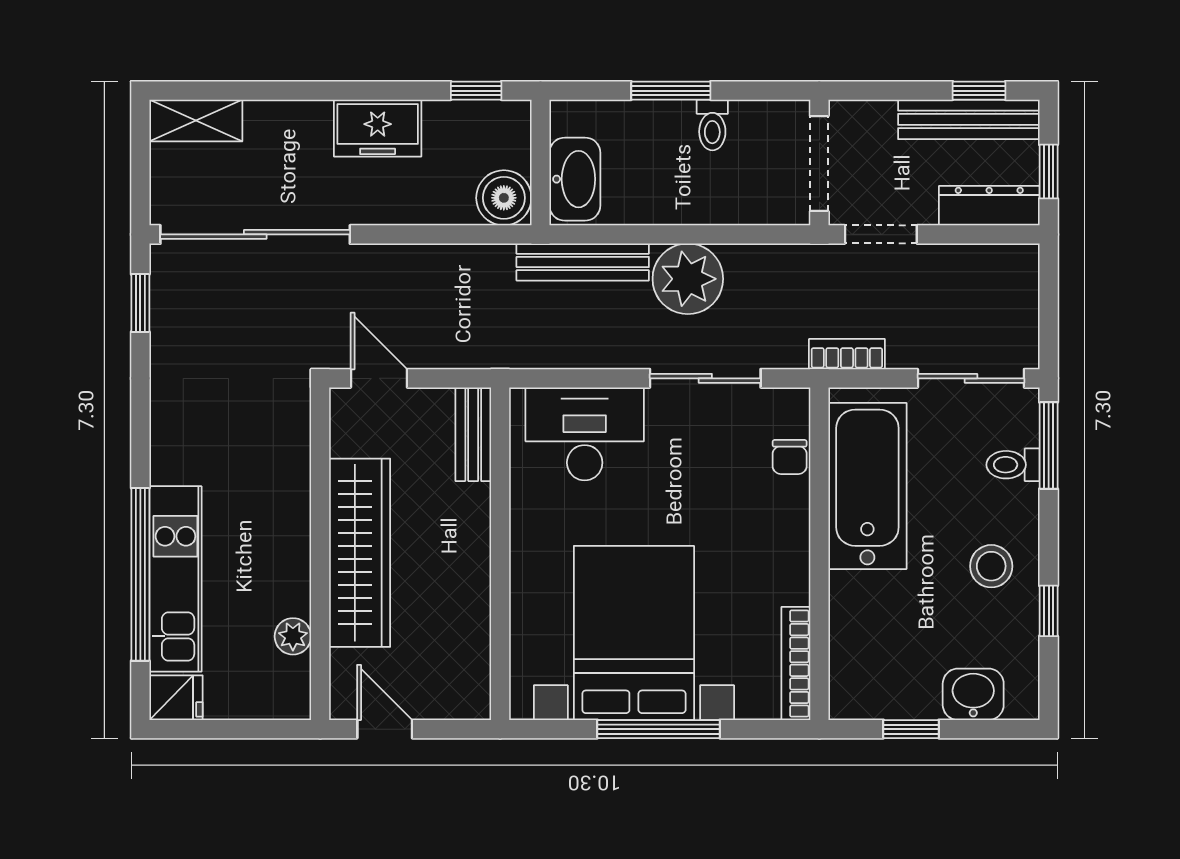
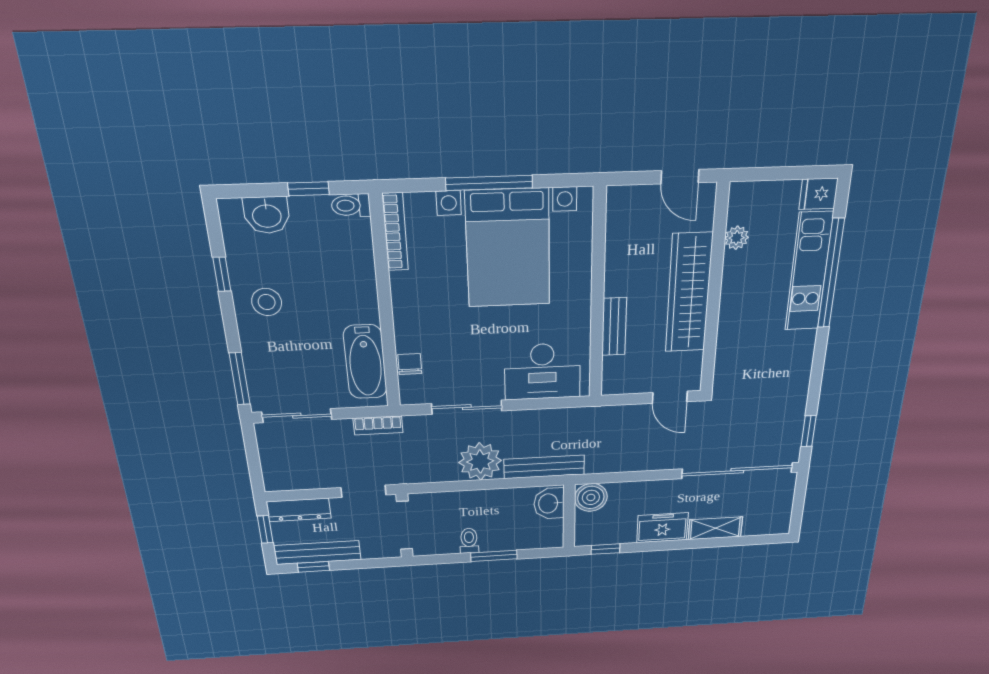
shelving: (196, 120) -> (715, 528), moved
washbasin: (575, 179) -> (549, 503), width x0.72
bench: (473, 434) -> (614, 327), moved
toilet: (1013, 465) -> (351, 205), moved, turned 180
bathtub: (867, 486) -> (365, 362), width x0.73, depth x0.73

